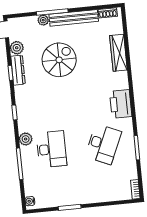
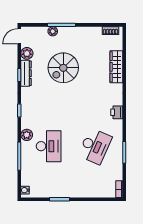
bench: (74, 18) -> (80, 32), removed
spiral stairs: (59, 60) -> (63, 68), turned 180
printer: (121, 104) -> (117, 112), width x0.53, depth x0.68

